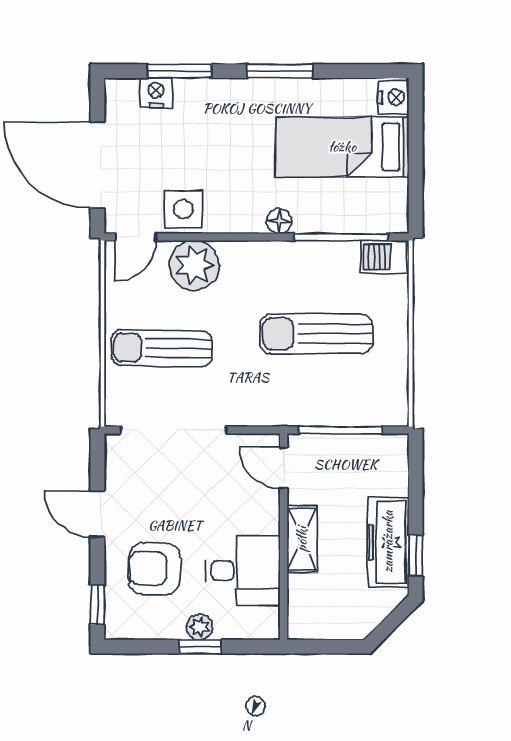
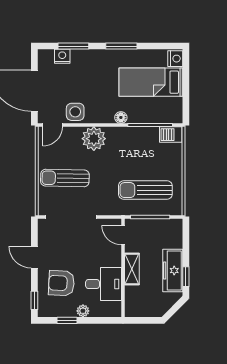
plant: (194, 265) -> (94, 139), moved
sun lounger: (316, 334) -> (145, 190), moved
window: (200, 647) -> (67, 320), moved

